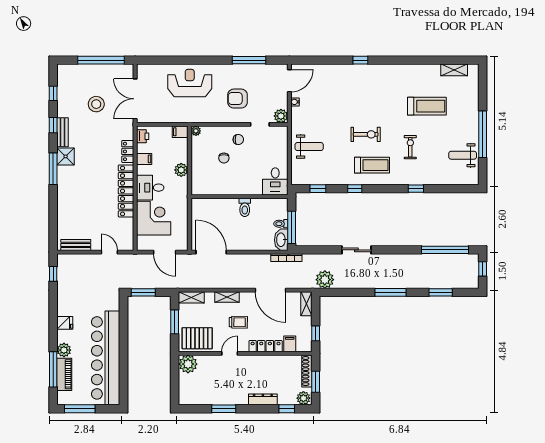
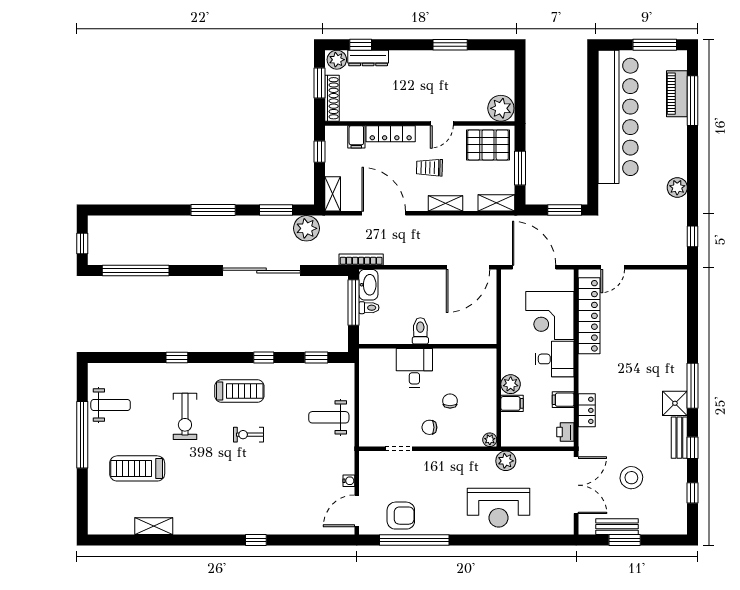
window: (101, 60) -> (625, 540), width x0.47
window: (249, 60) -> (414, 540), width x1.46
shelving: (454, 70) -> (154, 526), moved
armchair: (238, 99) -> (401, 516), moved
treadmill: (427, 106) -> (137, 468), moved
plant: (281, 116) -> (506, 461), moved
filing cabinet: (180, 132) -> (512, 403), moved
exercise bike: (366, 134) -> (248, 435), width x0.73, depth x0.72
exercise bike: (410, 147) -> (185, 416), width x1.38, depth x1.39
treadmill: (372, 165) -> (239, 391), turned 180
desk: (275, 181) -> (414, 368), moved
locker: (126, 191) -> (589, 316), moved
bench: (76, 245) -> (617, 527), moved
sliding door: (356, 250) -> (261, 270), width x1.86
door: (109, 252) -> (613, 267), hinge flipped
door: (165, 252) -> (534, 267), width x1.36
door: (211, 252) -> (468, 267), hinge flipped
window: (441, 292) -> (276, 210), moved
fridge: (65, 323) -> (676, 167), removed
plant: (64, 350) -> (677, 188), moved
dresser: (263, 399) -> (368, 58), moved

